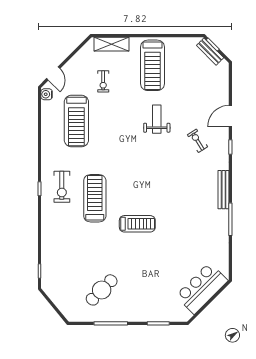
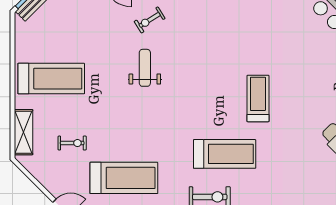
weight bench: (157, 119) -> (145, 68), moved, turned 90
treadmill: (95, 198) -> (225, 154), turned 180

